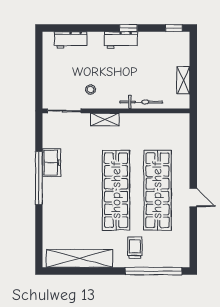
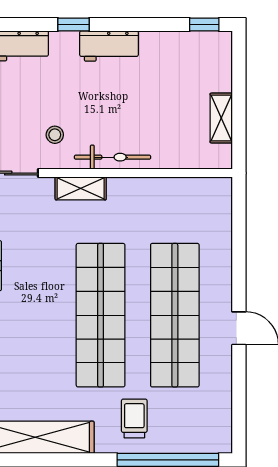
window: (128, 28) -> (74, 25), moved
bicycle: (141, 102) -> (113, 157), moved

